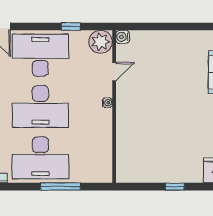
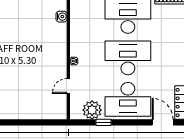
water cooler: (123, 37) -> (62, 17), moved
plant: (101, 42) -> (92, 110), moved

